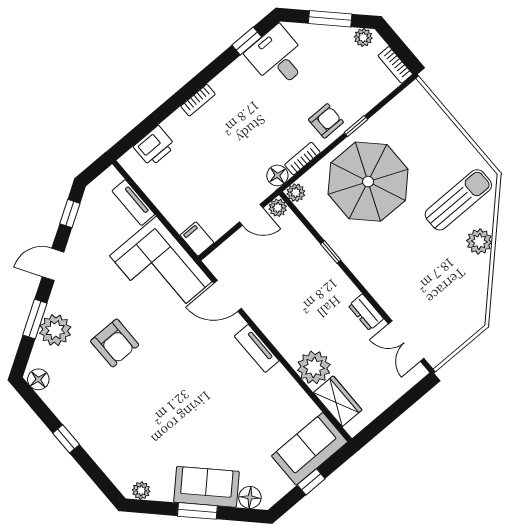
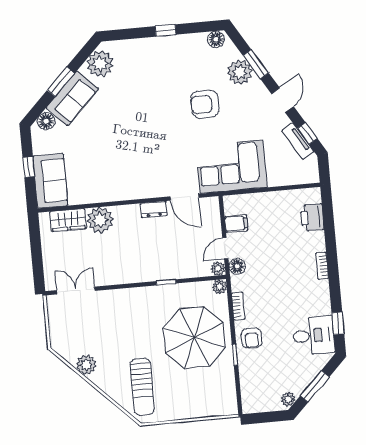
bookcase: (395, 65) -> (256, 407), removed
floor lamp: (277, 175) -> (237, 266), moved
tv unit: (133, 203) -> (298, 141), moved, turned -121
filing cabinet: (197, 239) -> (236, 224), moved
plant: (479, 242) -> (86, 365), moved
door: (228, 296) -> (184, 197), swing flipped
dresser: (366, 312) -> (154, 209), moved, turned 180
tv unit: (257, 348) -> (138, 192), removed
plant: (141, 491) -> (100, 64), width x1.88, depth x1.88

